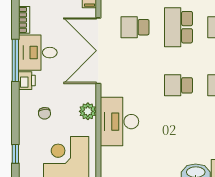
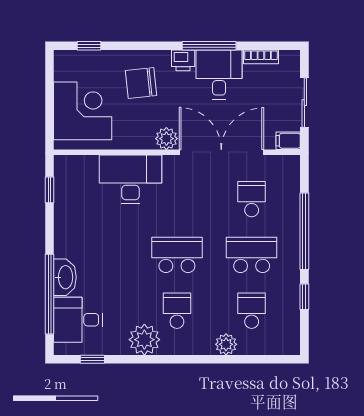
school desk: (178, 85) -> (177, 255), width x1.85
plant: (88, 111) -> (166, 139), moved
chair: (44, 113) -> (141, 83), width x1.87, depth x1.87

